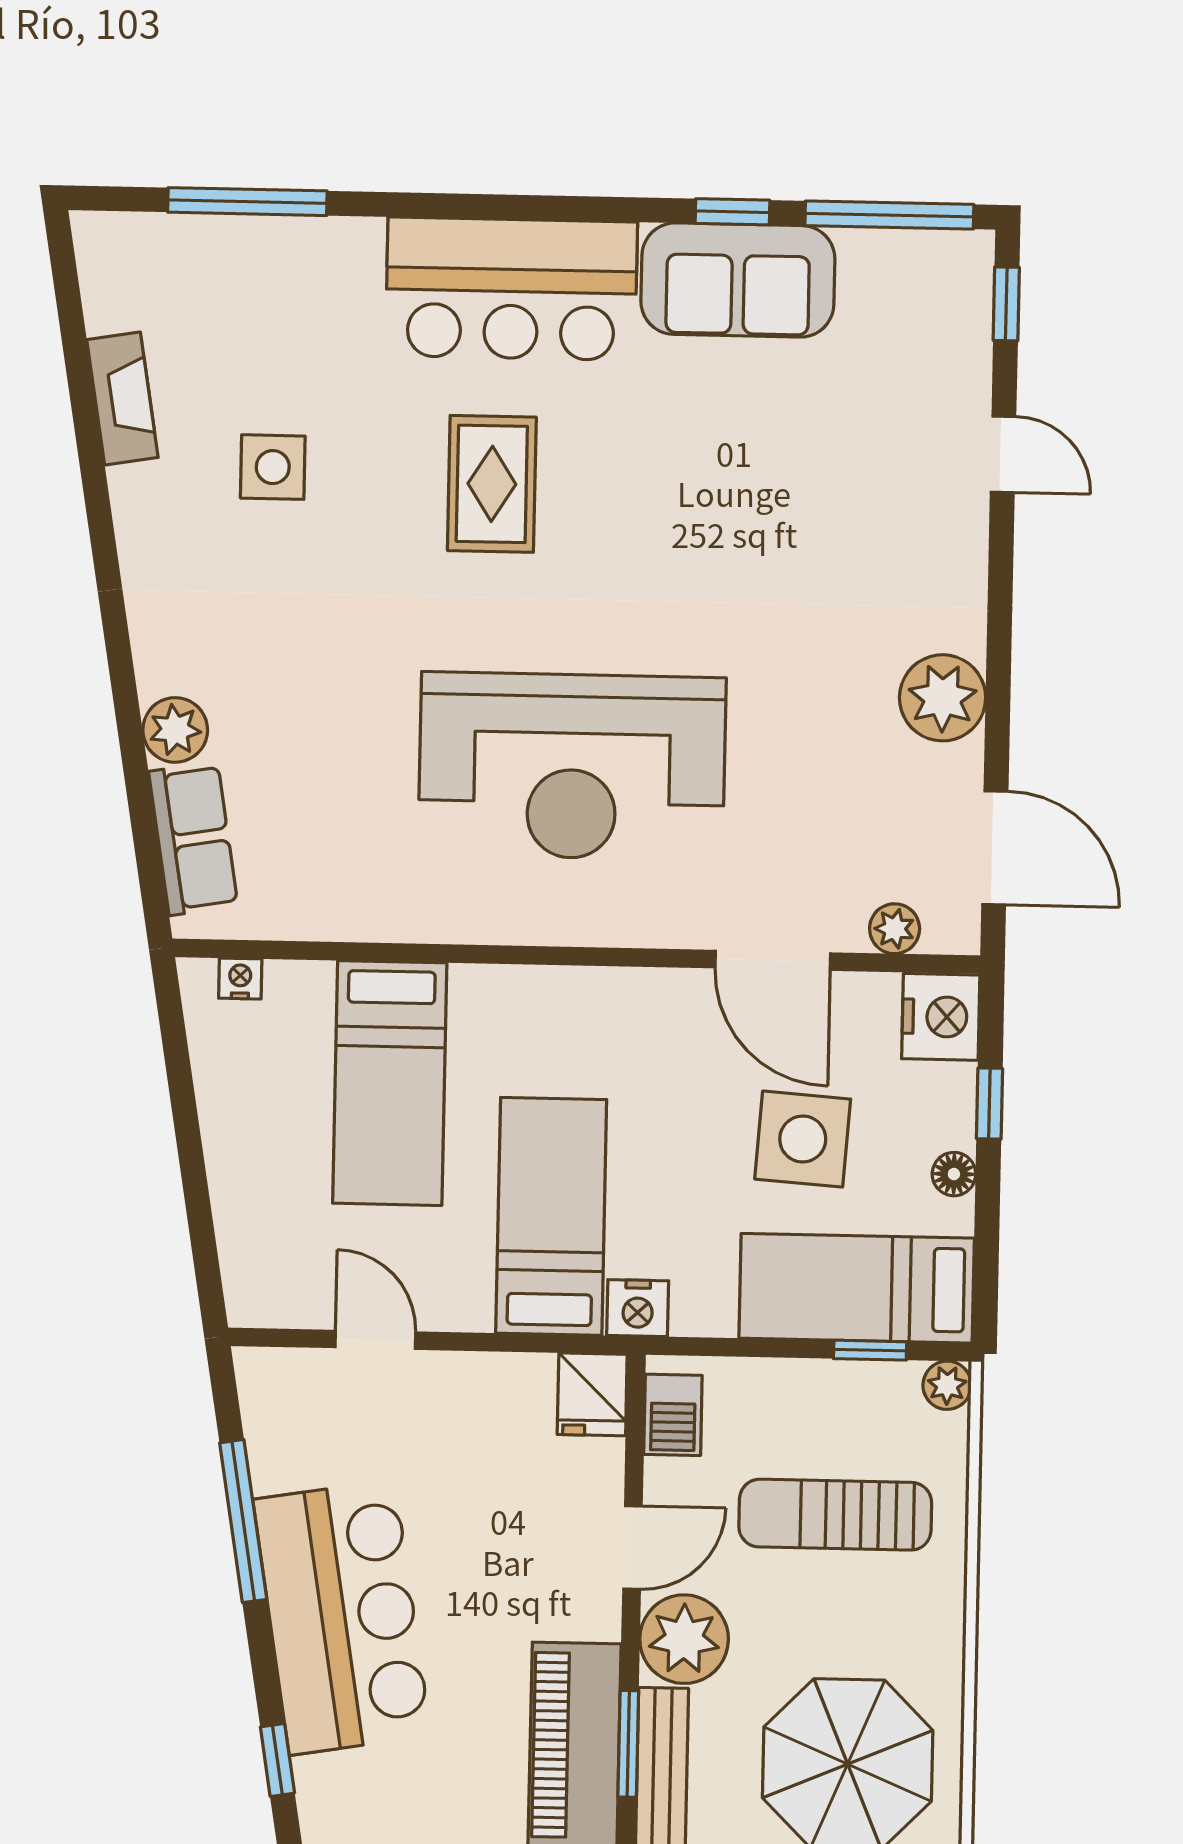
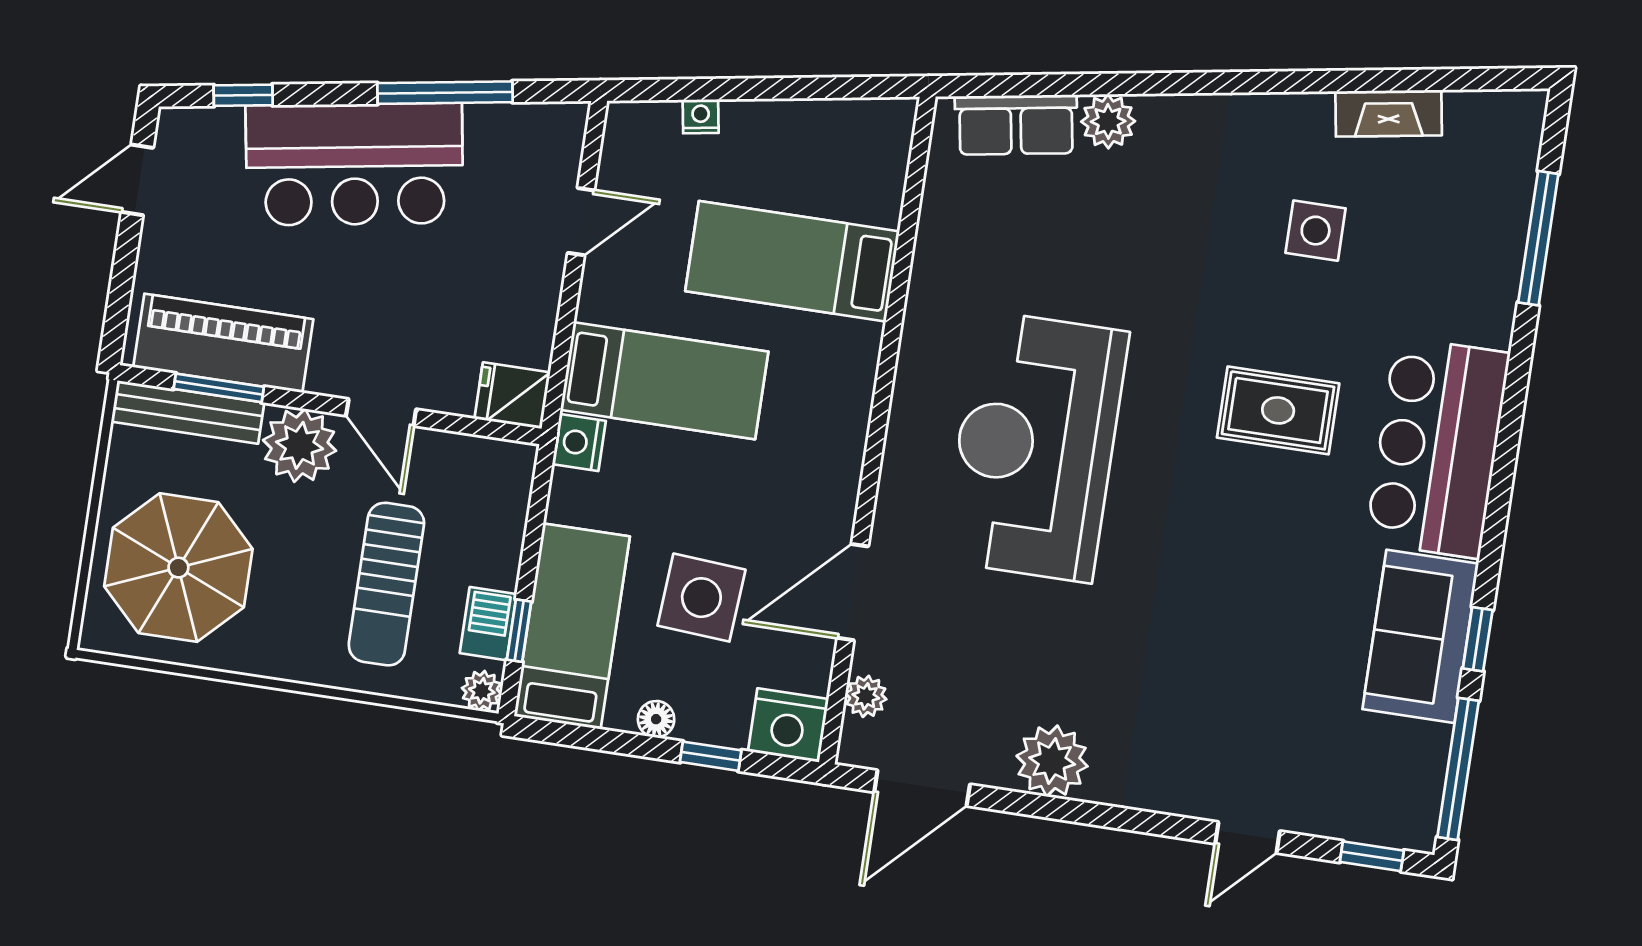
nightstand: (240, 979) -> (701, 116), moved, turned -99
barbecue: (673, 1415) -> (488, 624), moved, turned 90
sun lounger: (835, 1515) -> (386, 584), turned 180

